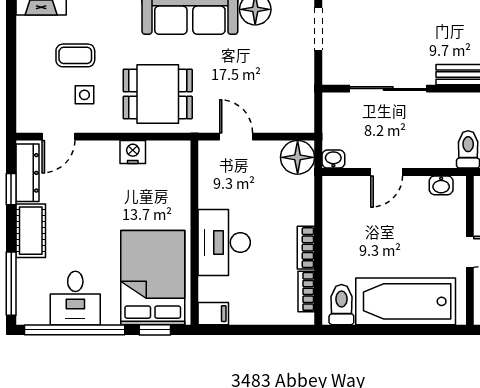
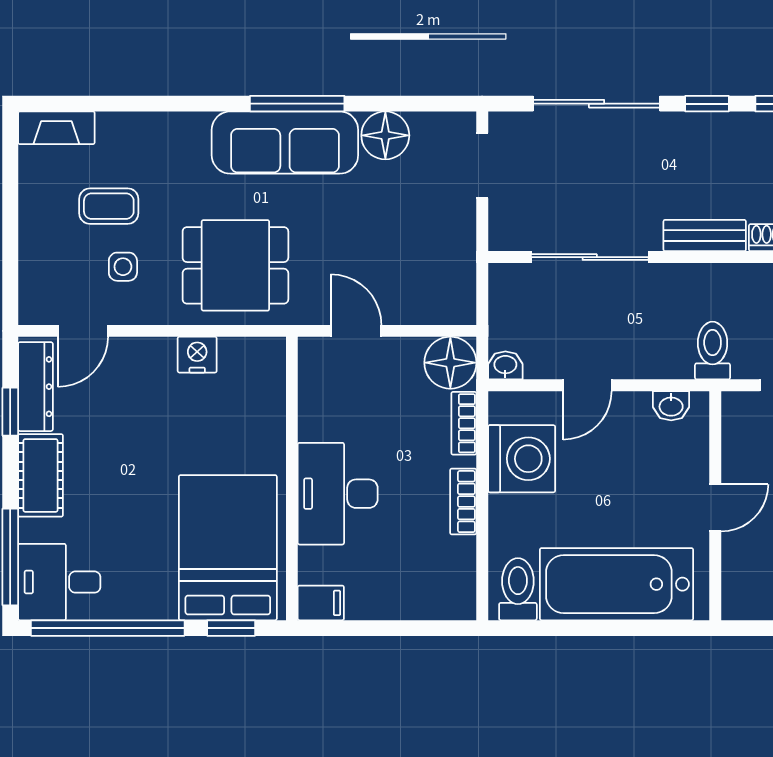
washing machine: (344, 220) -> (522, 459), added
bookcase: (306, 291) -> (464, 423), moved
desk: (75, 298) -> (59, 582), moved, turned 90

